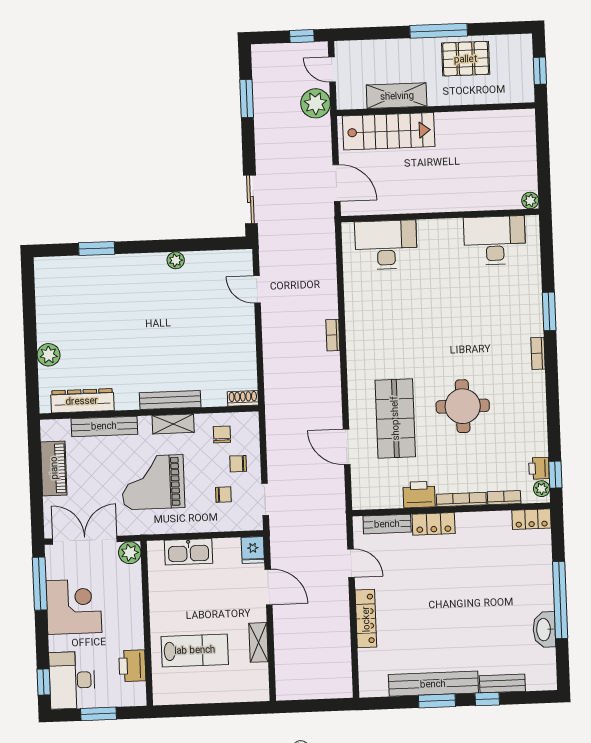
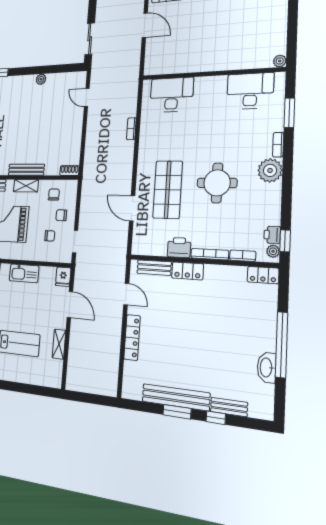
plant: (530, 200) -> (280, 61), moved
wall: (440, 215) -> (211, 74), moved
desk: (495, 240) -> (250, 91), moved
desk: (386, 245) -> (172, 95), moved
plant: (530, 387) -> (270, 170), added

